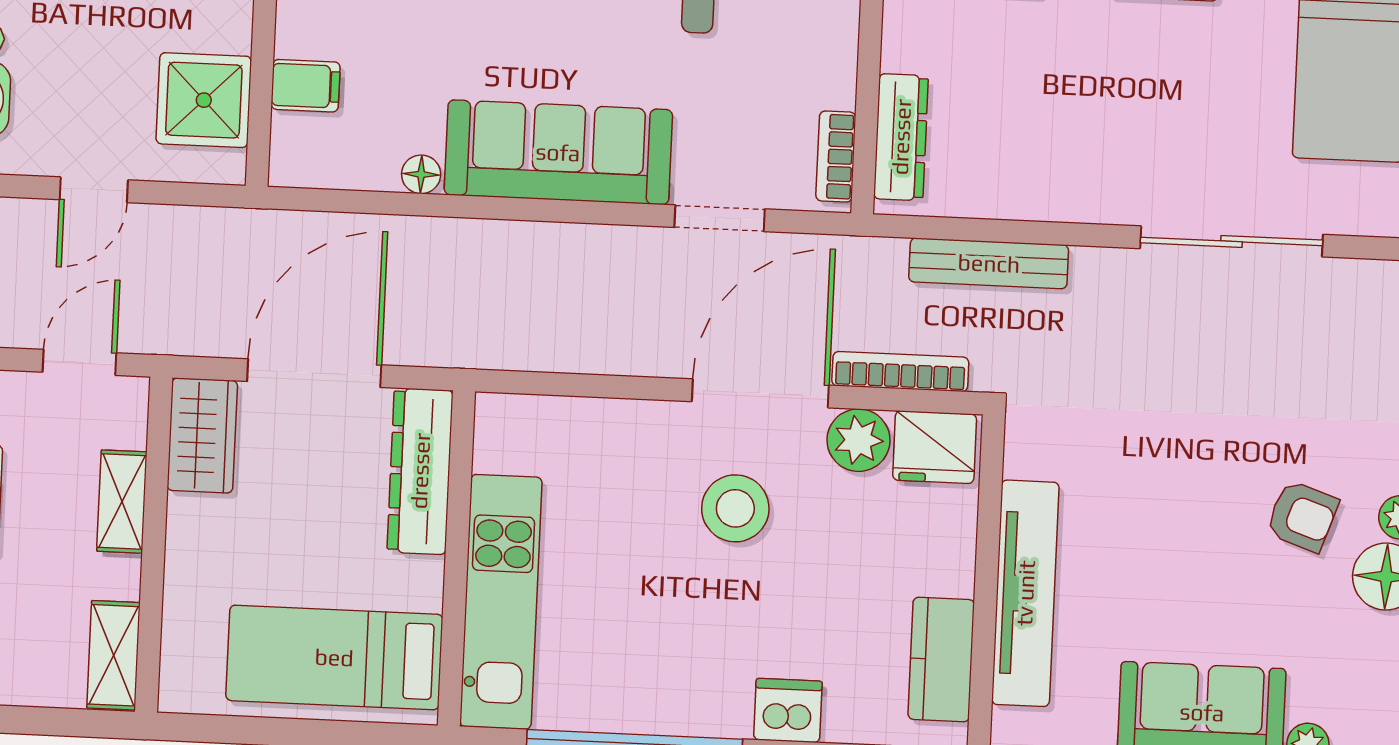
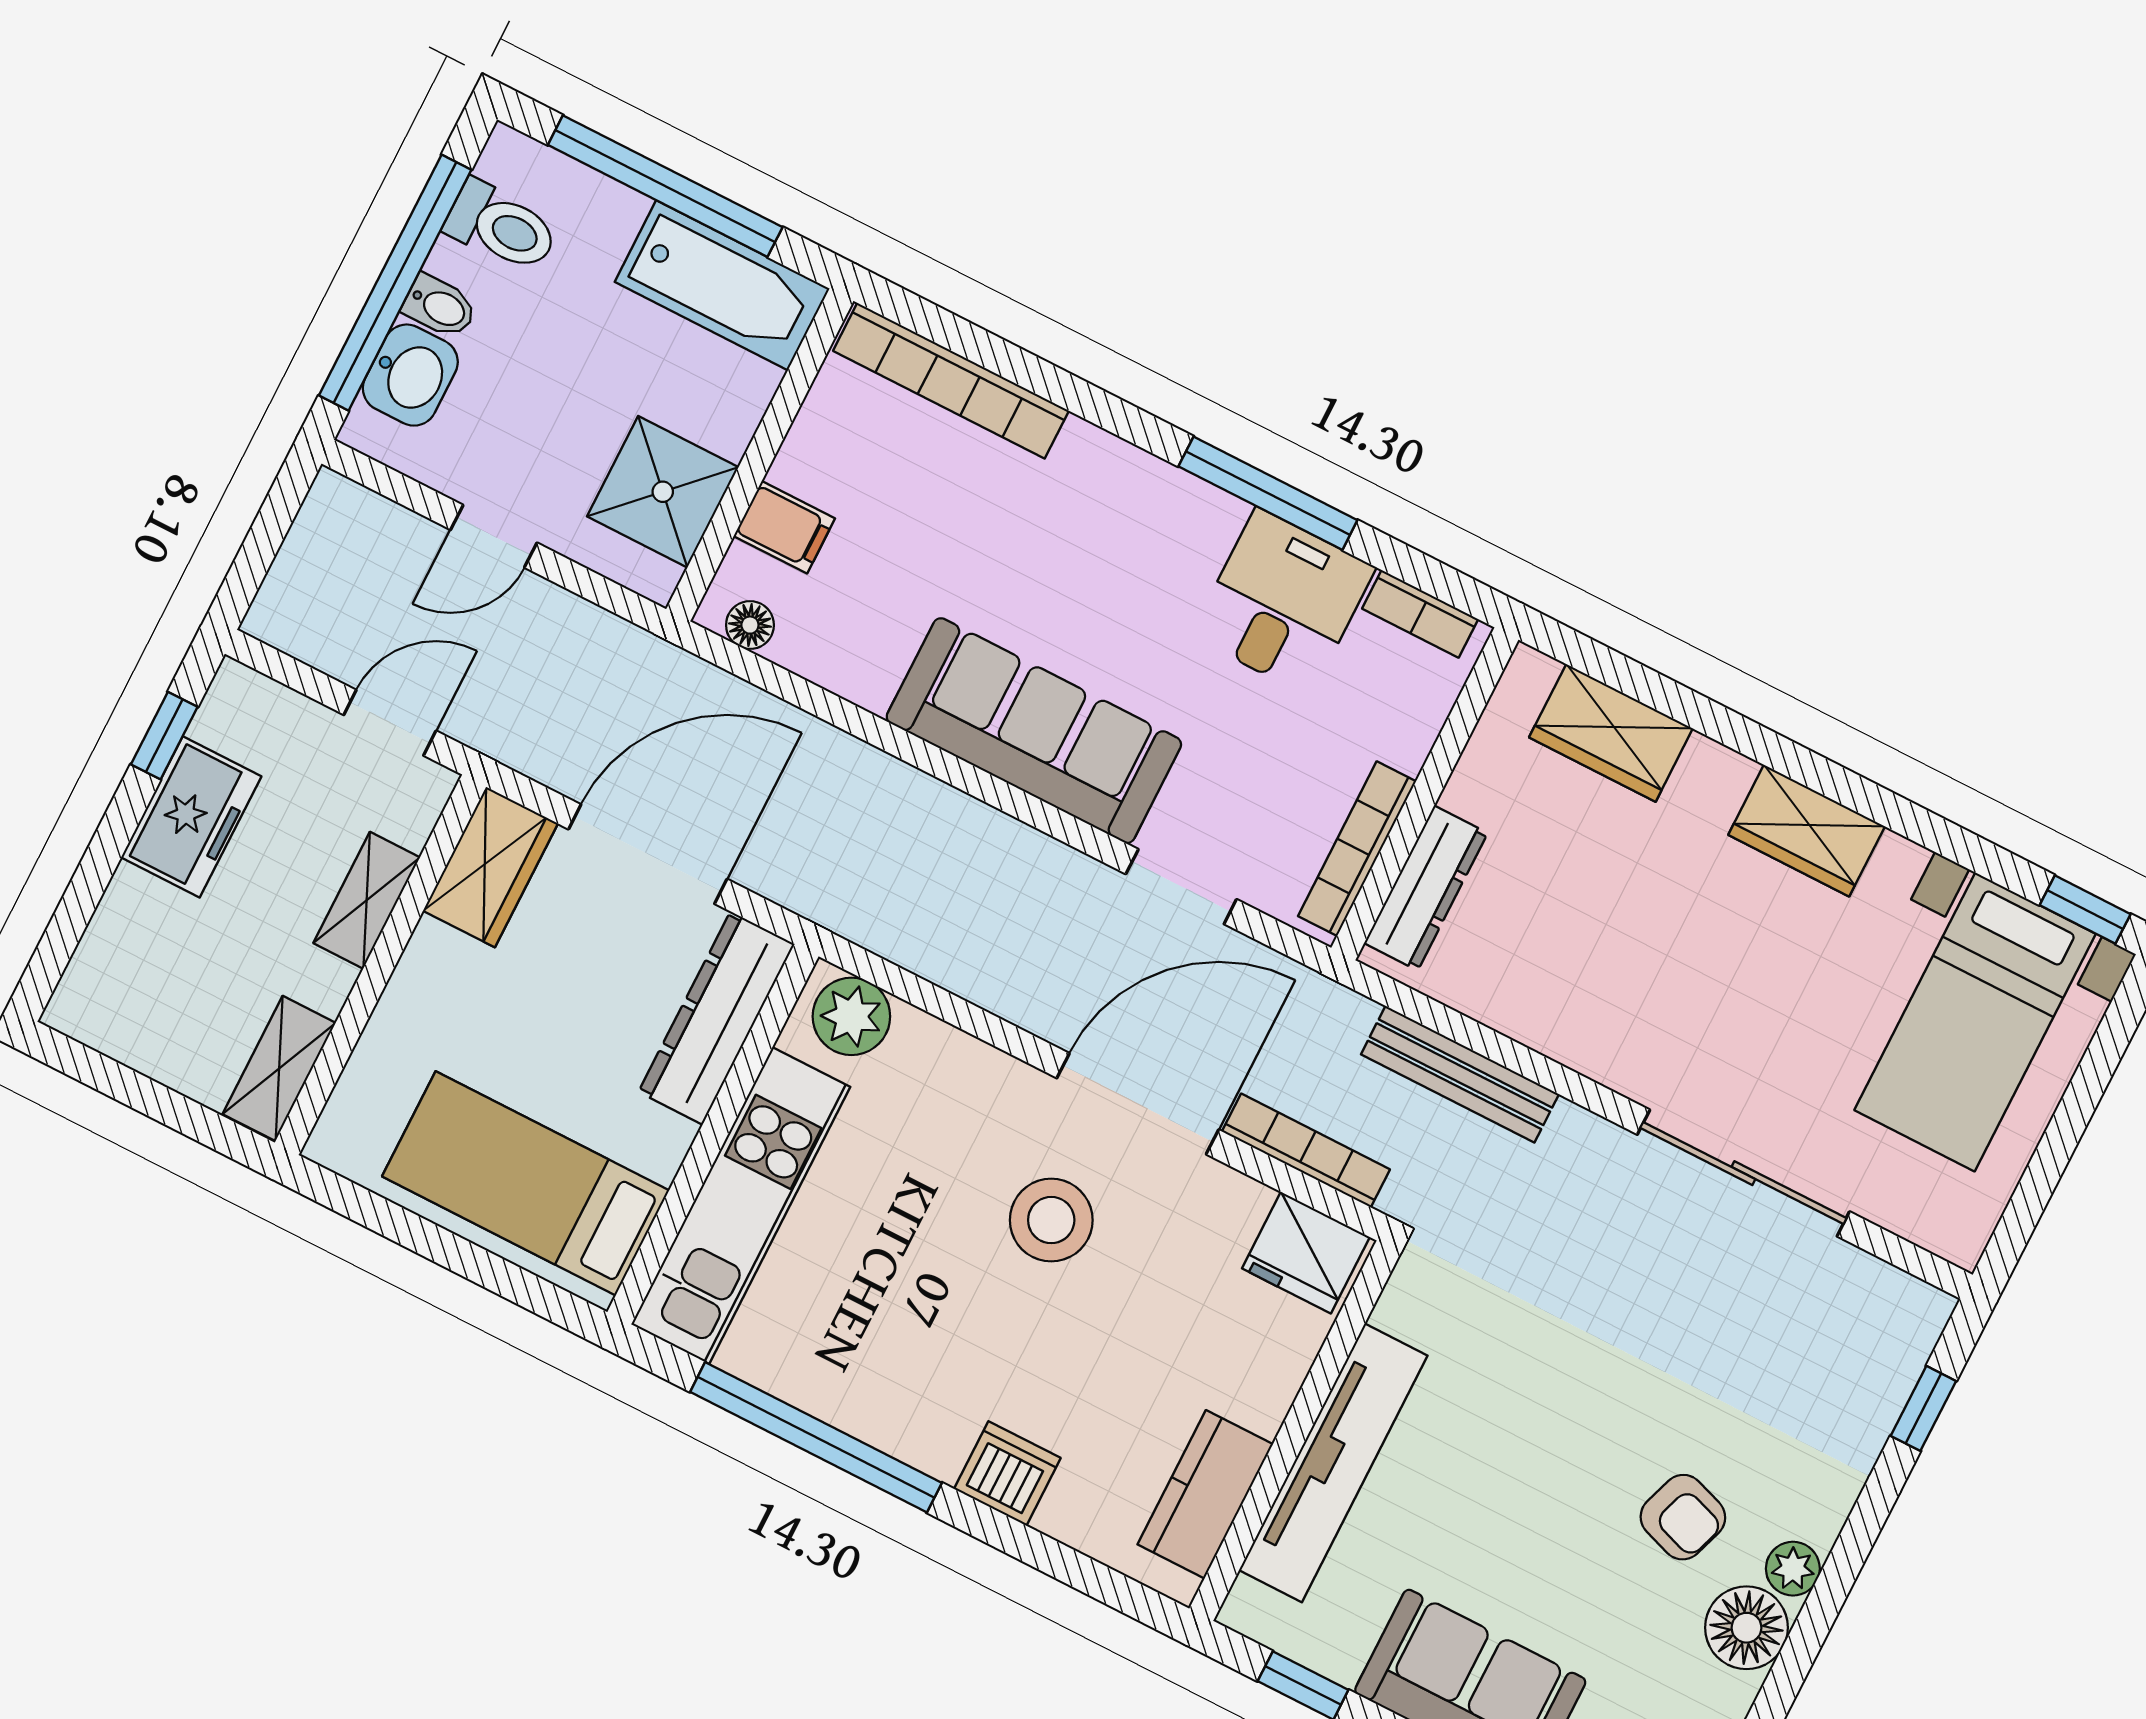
bookcase: (836, 157) -> (1357, 849), width x1.56
floor lamp: (421, 174) -> (750, 625), moved
plant: (858, 440) -> (851, 1016), moved

